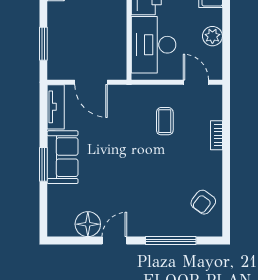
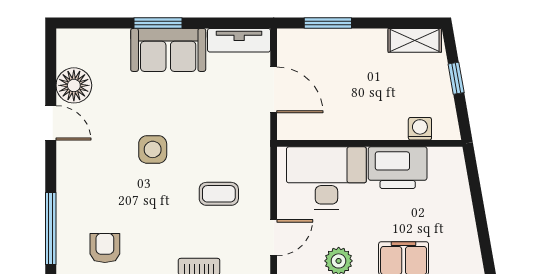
door: (91, 82) -> (274, 90), swing flipped
side table: (133, 168) -> (153, 149), added
armchair: (203, 202) -> (105, 248), turned 53
window: (171, 241) -> (51, 229), moved

